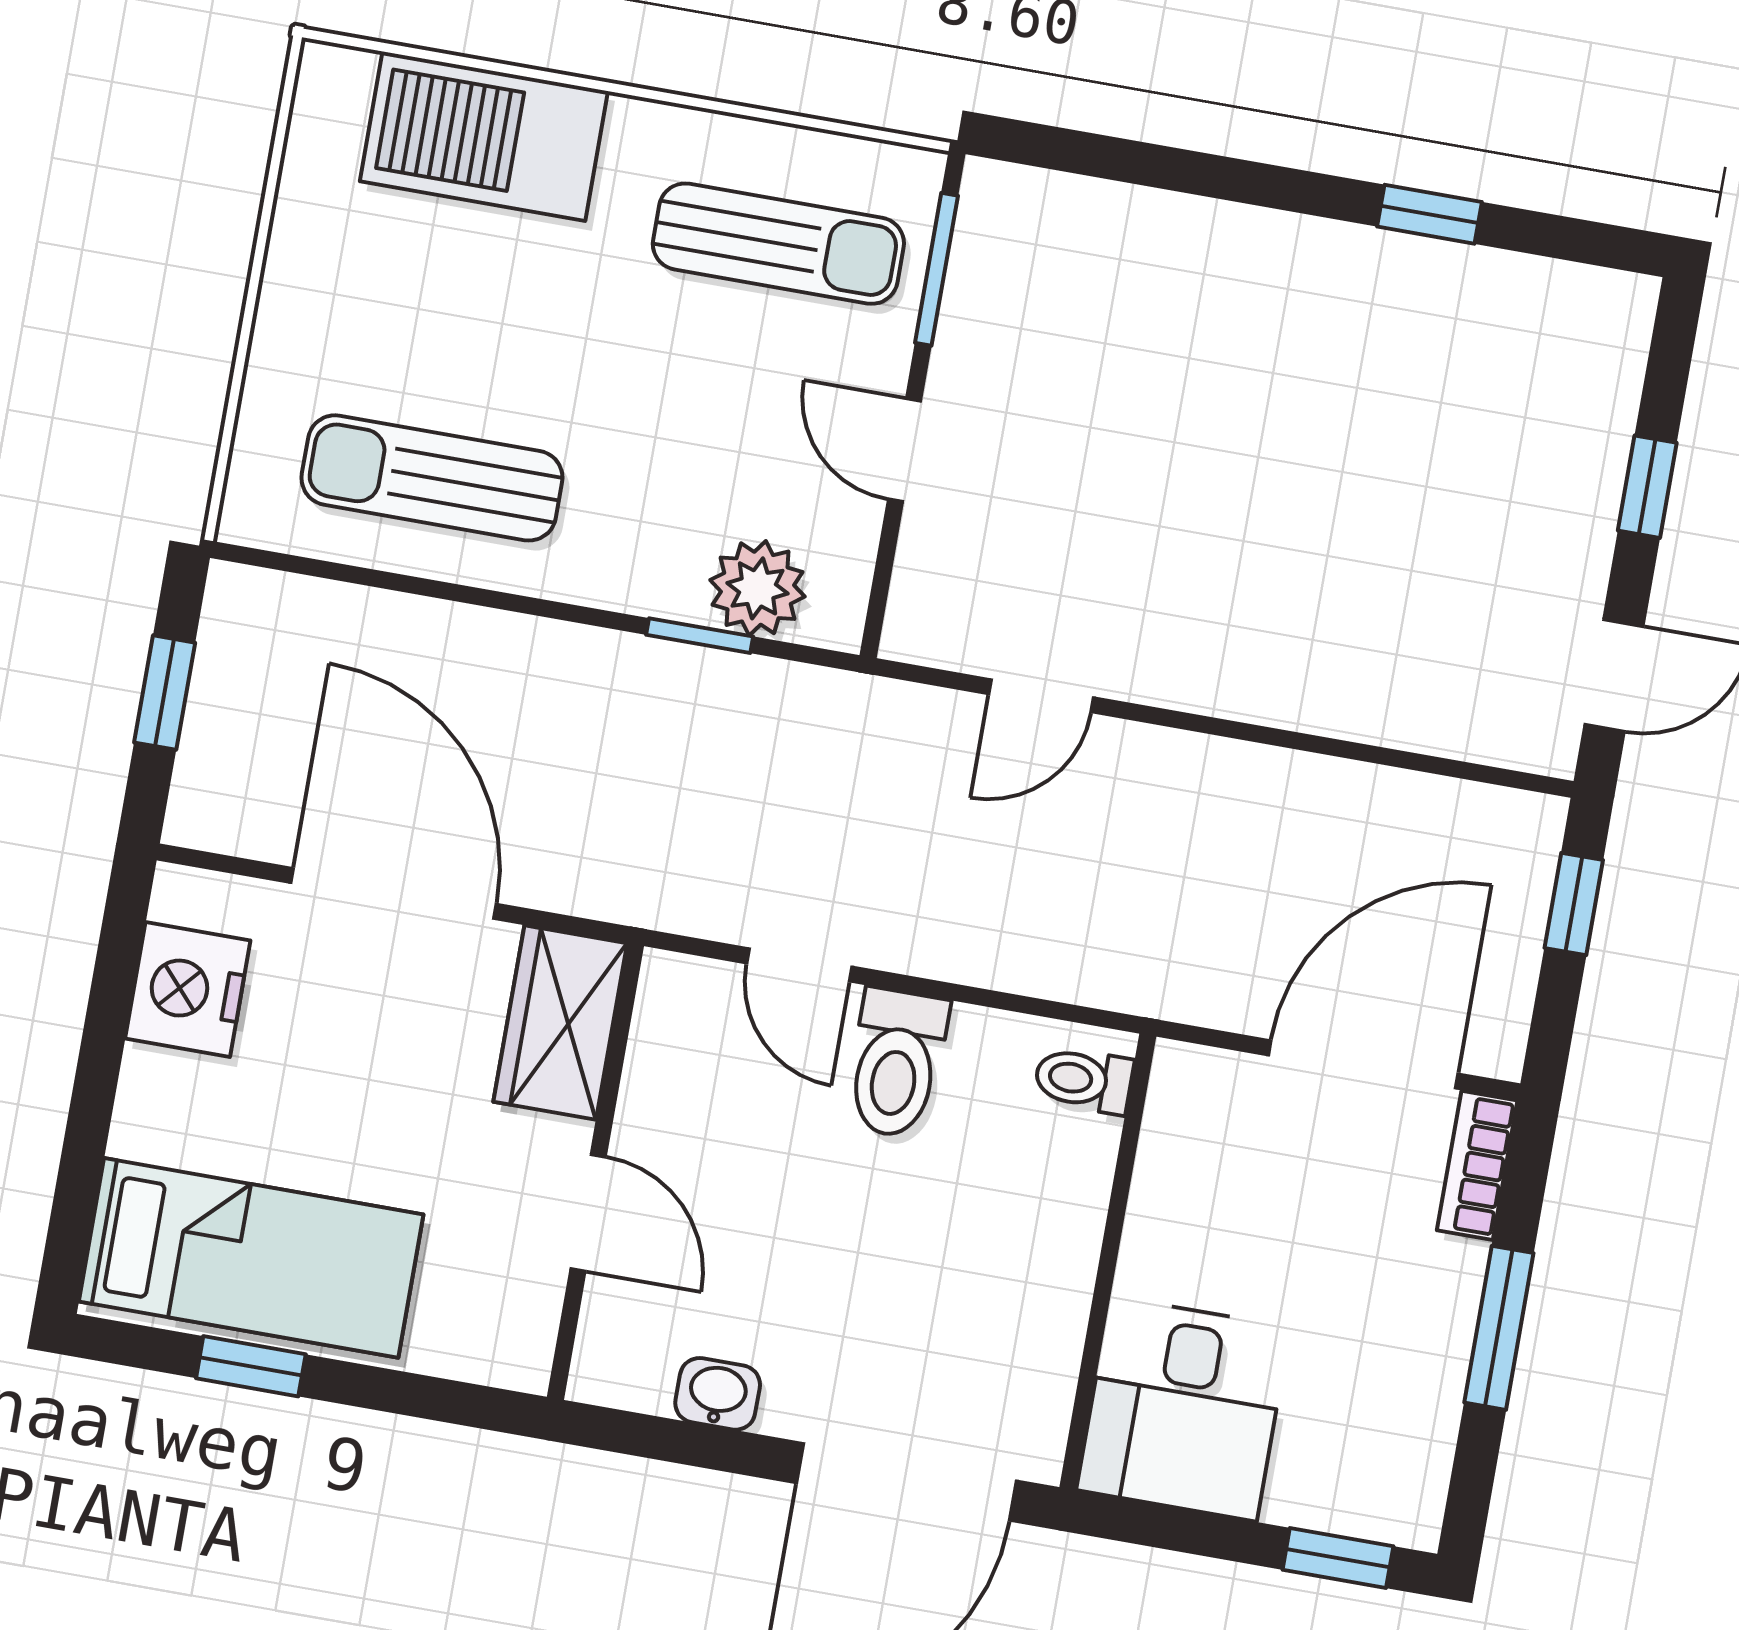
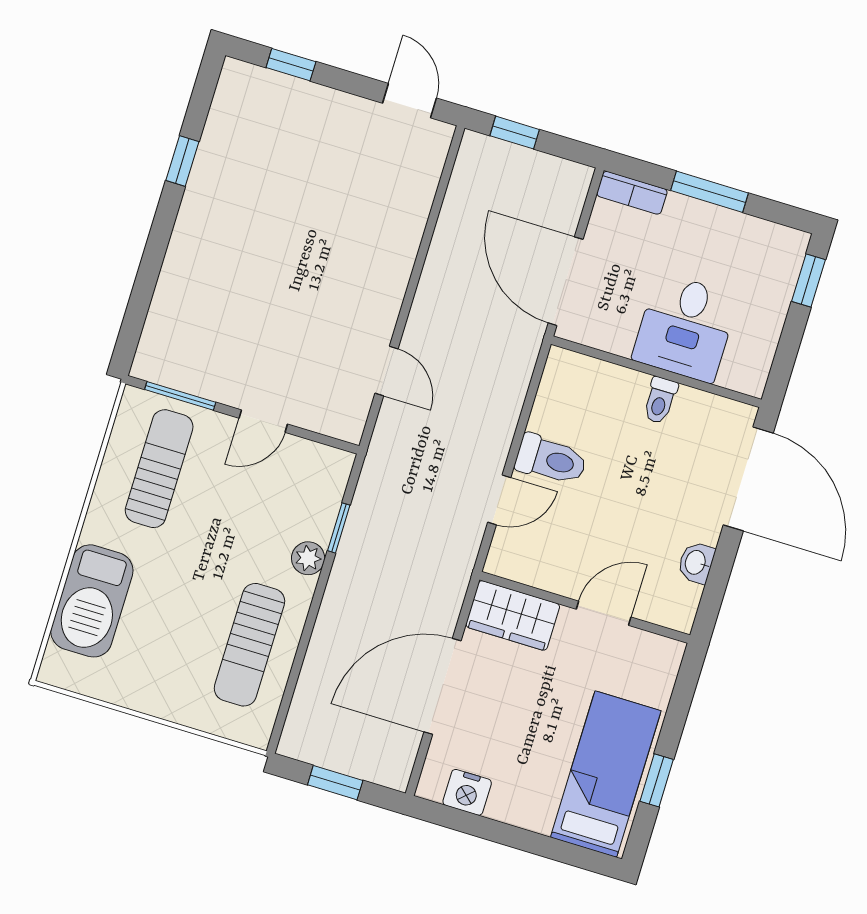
window: (1647, 487) -> (291, 65), moved
plant: (758, 588) -> (308, 558), moved, width x0.73, depth x0.73
nightstand: (188, 990) -> (467, 792), width x0.74, depth x0.75
door: (1363, 1064) -> (566, 281), moved
toilet: (1084, 1080) -> (660, 400), moved
desk: (1184, 1409) -> (685, 328), moved, turned 90

